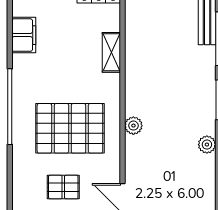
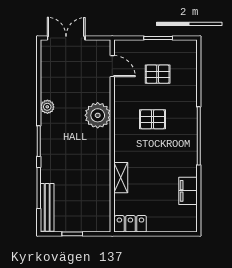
plant: (133, 126) -> (98, 115), width x1.88, depth x1.88
pallet: (70, 128) -> (152, 119), width x0.49, depth x0.50

